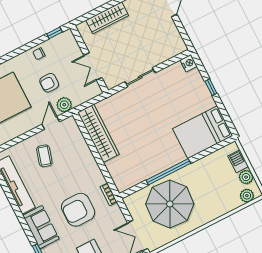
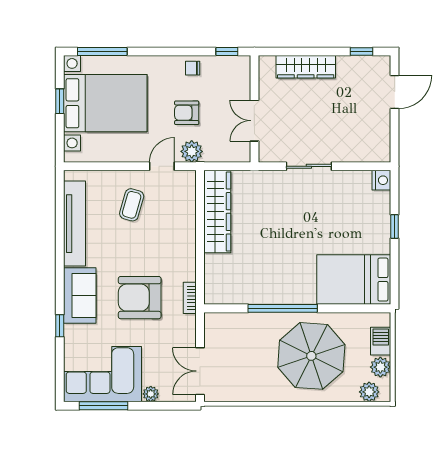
parasol: (170, 204) -> (311, 356), moved

